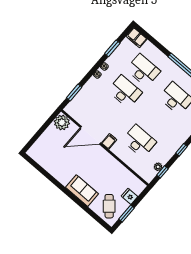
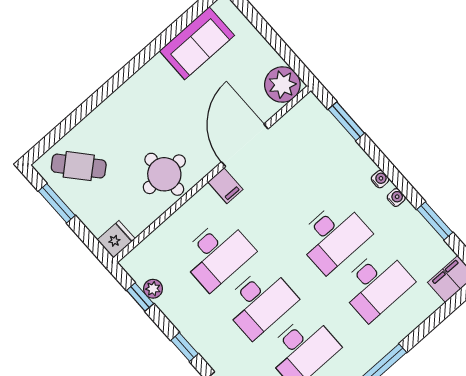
desk: (158, 120) -> (260, 302), added
round table: (108, 168) -> (164, 174), added
sofa: (82, 191) -> (197, 43), moved
fridge: (129, 196) -> (116, 239), moved

